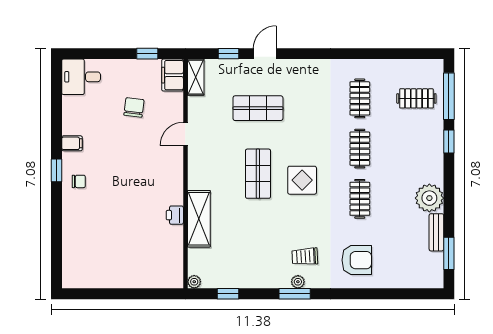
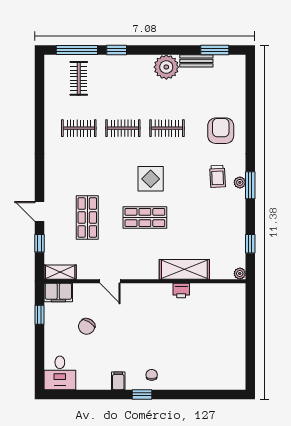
chair: (134, 107) -> (87, 326), turned -65

